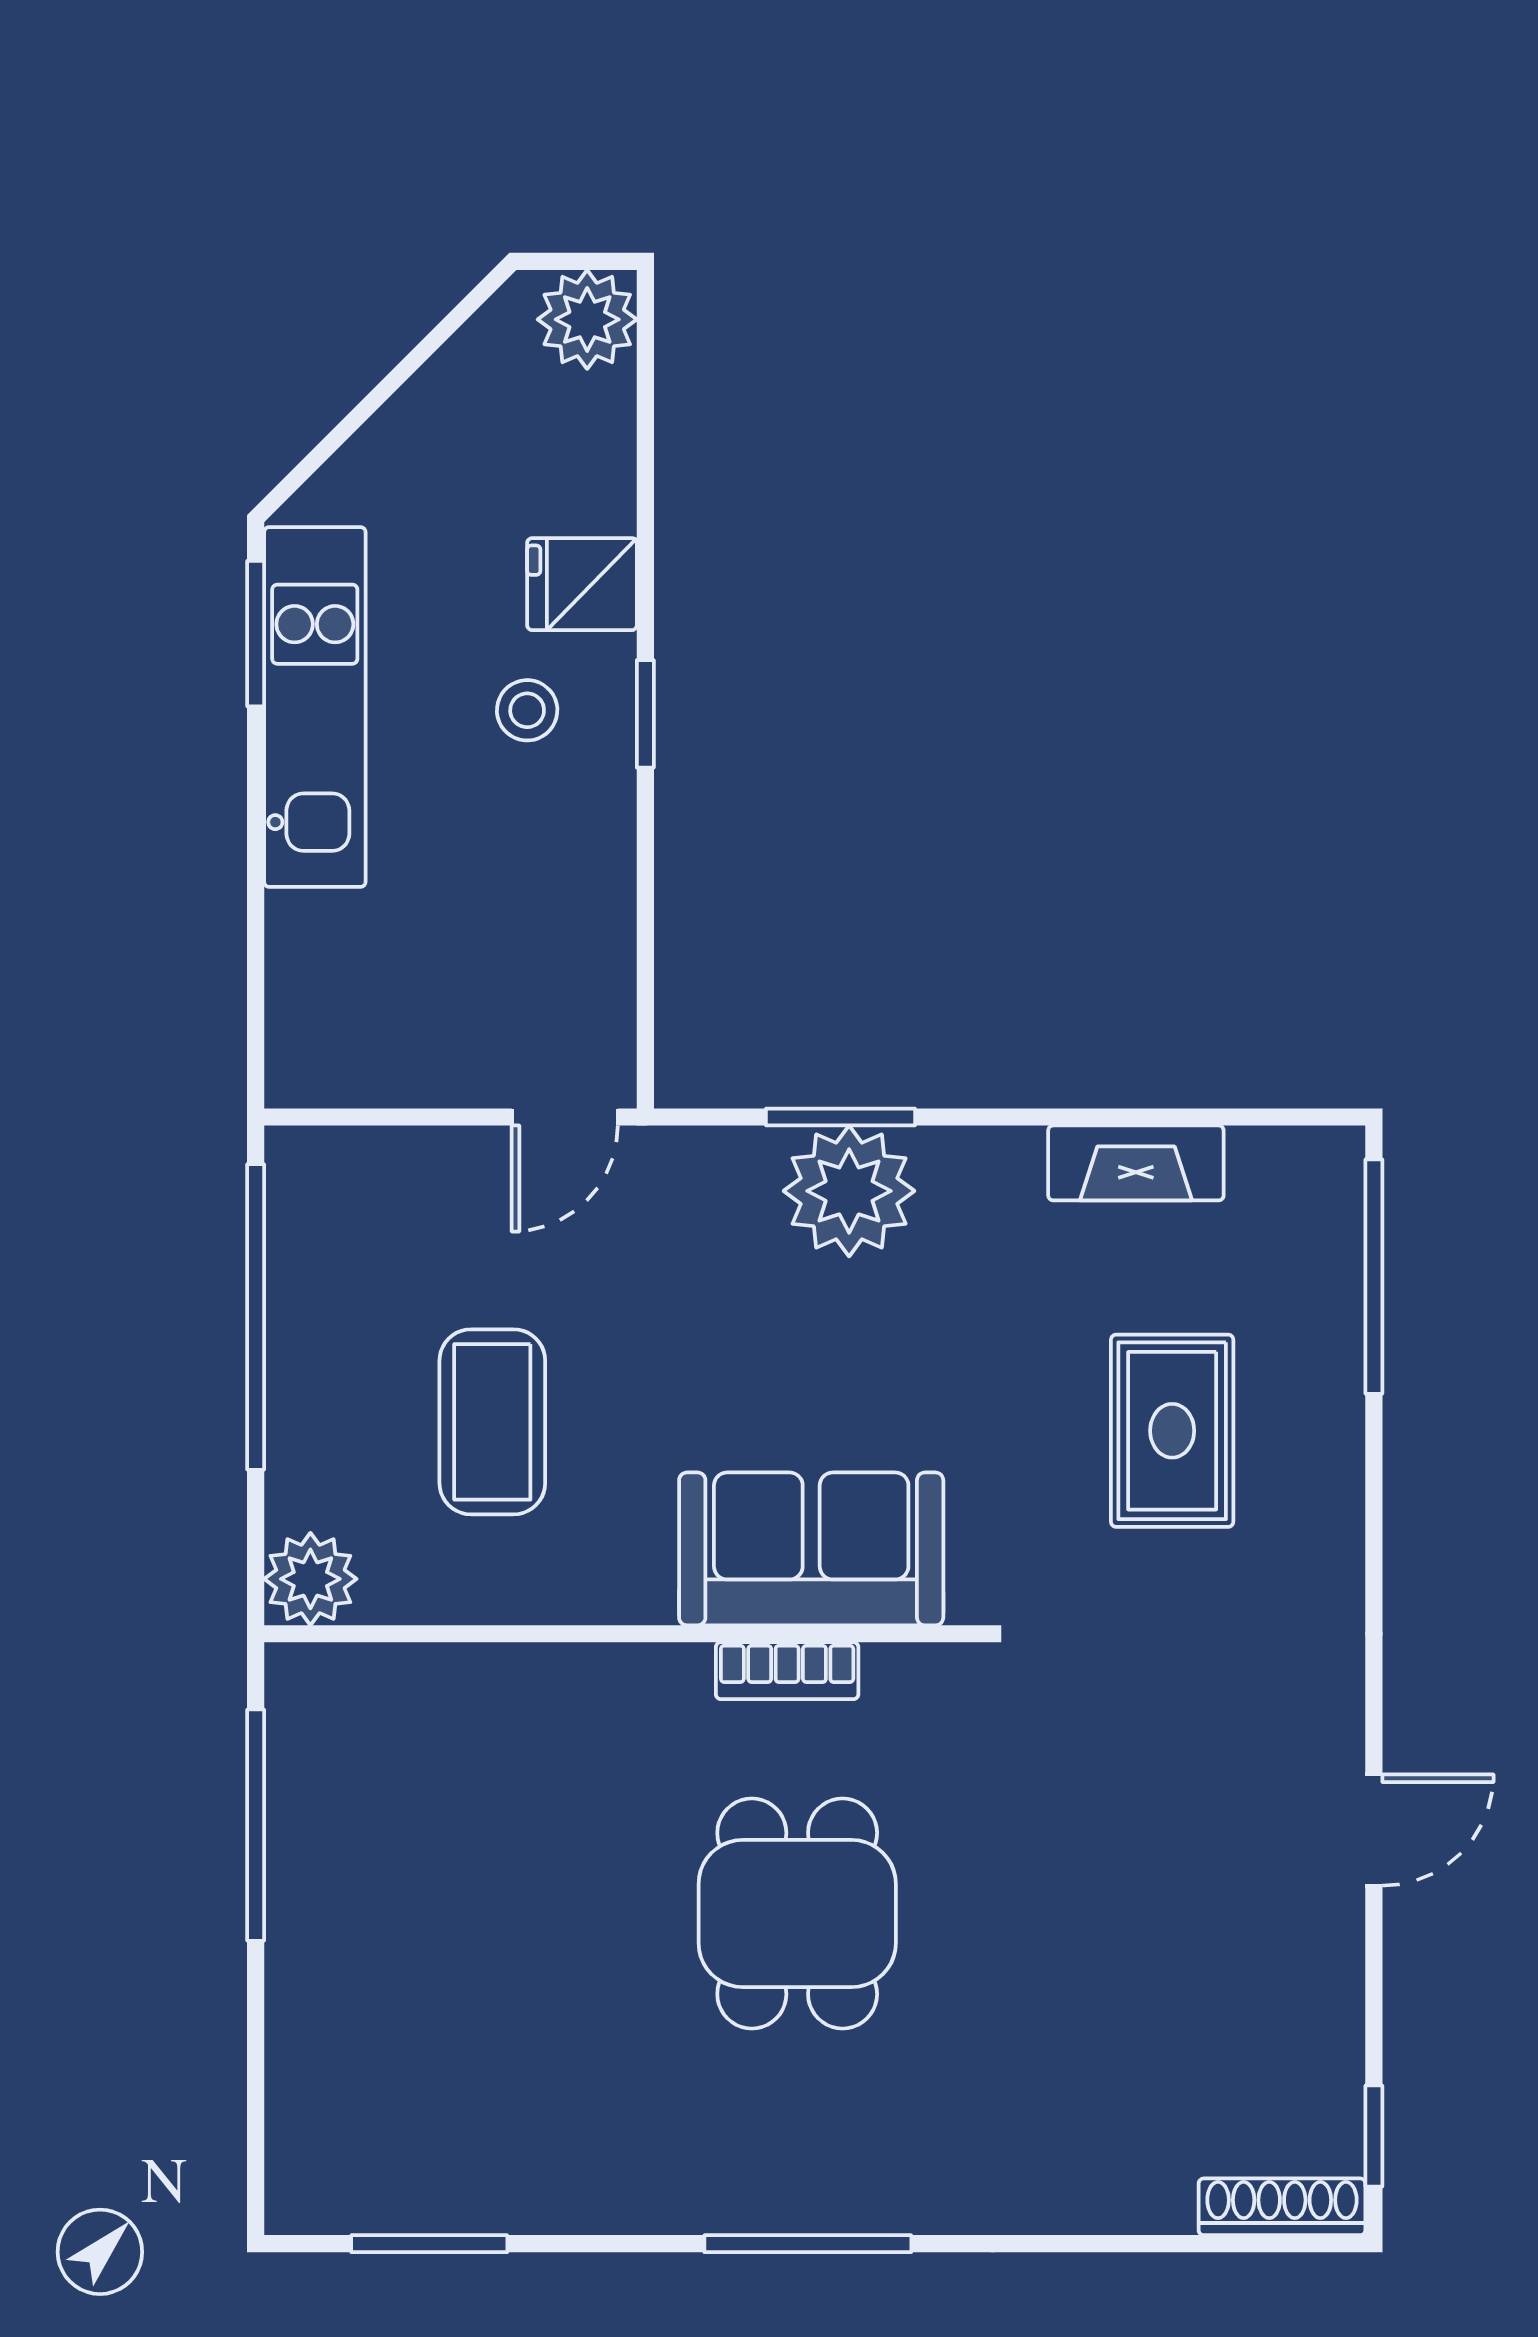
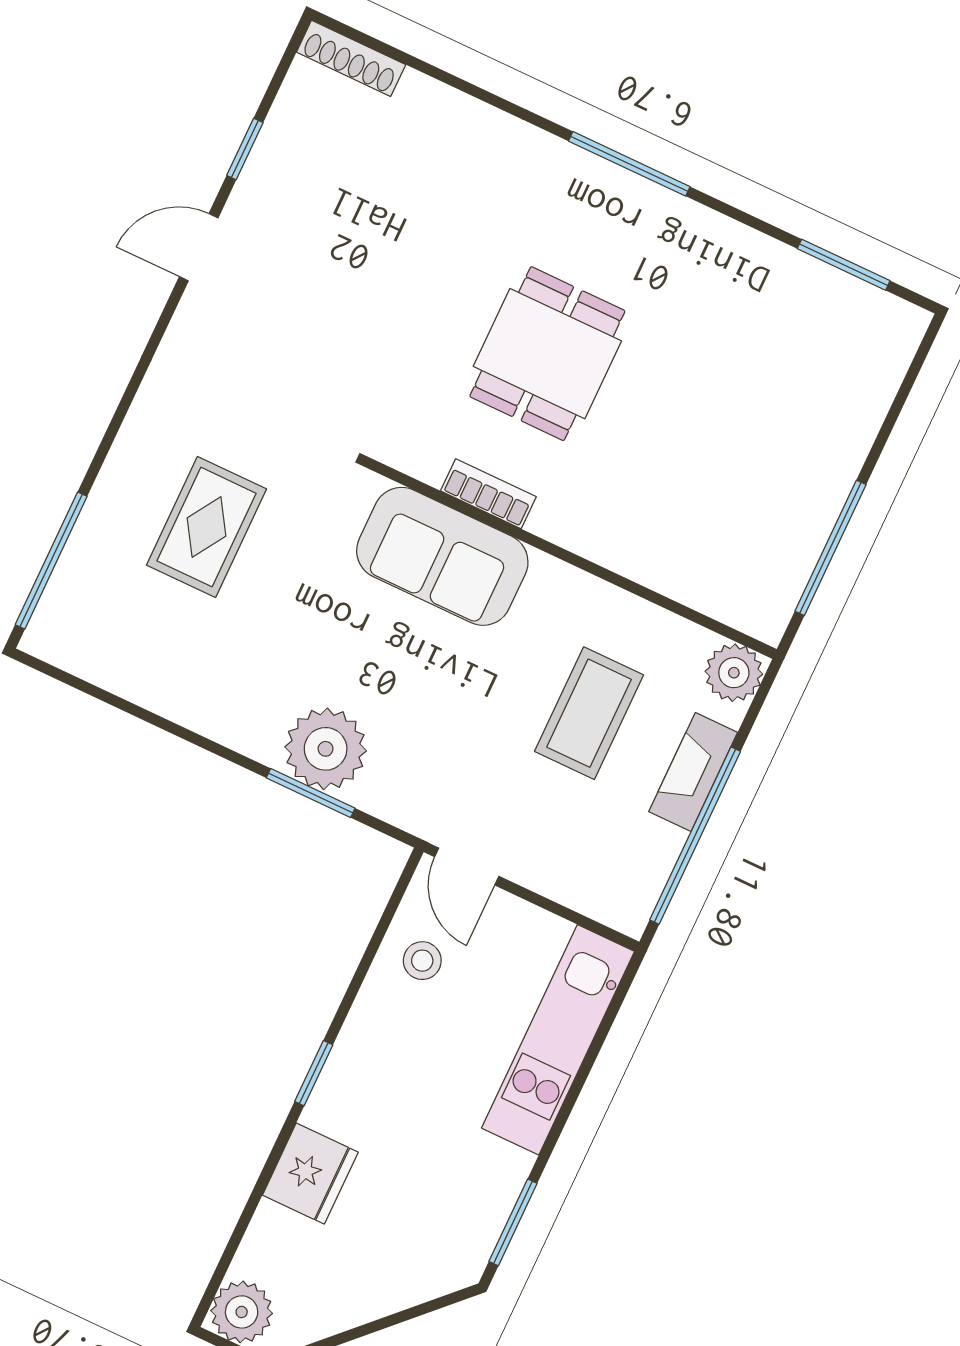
fridge: (582, 584) -> (310, 1174), width x1.38
kitchen unit: (315, 707) -> (558, 1040), moved
stool: (527, 710) -> (422, 961), moved
door: (565, 1117) -> (467, 866), swing flipped
fireplace: (1136, 1163) -> (693, 772), moved, turned -90
window: (1374, 2136) -> (245, 149), moved

